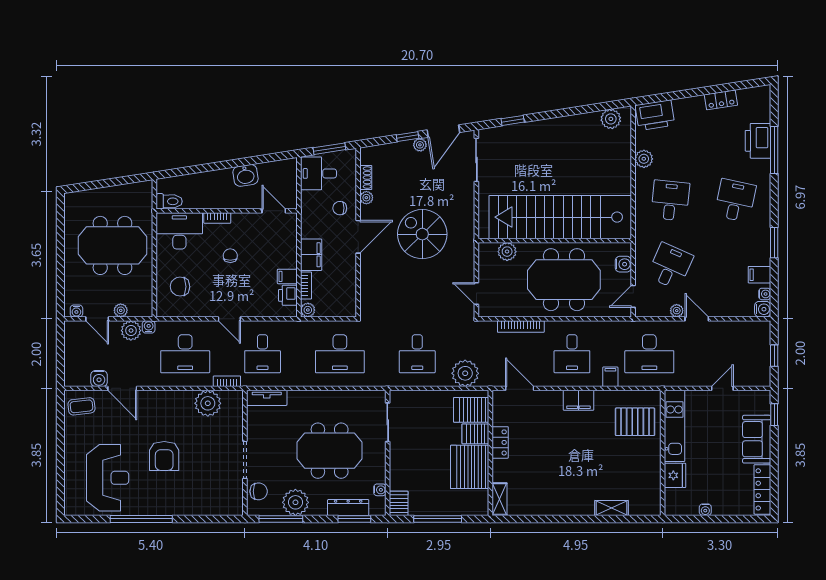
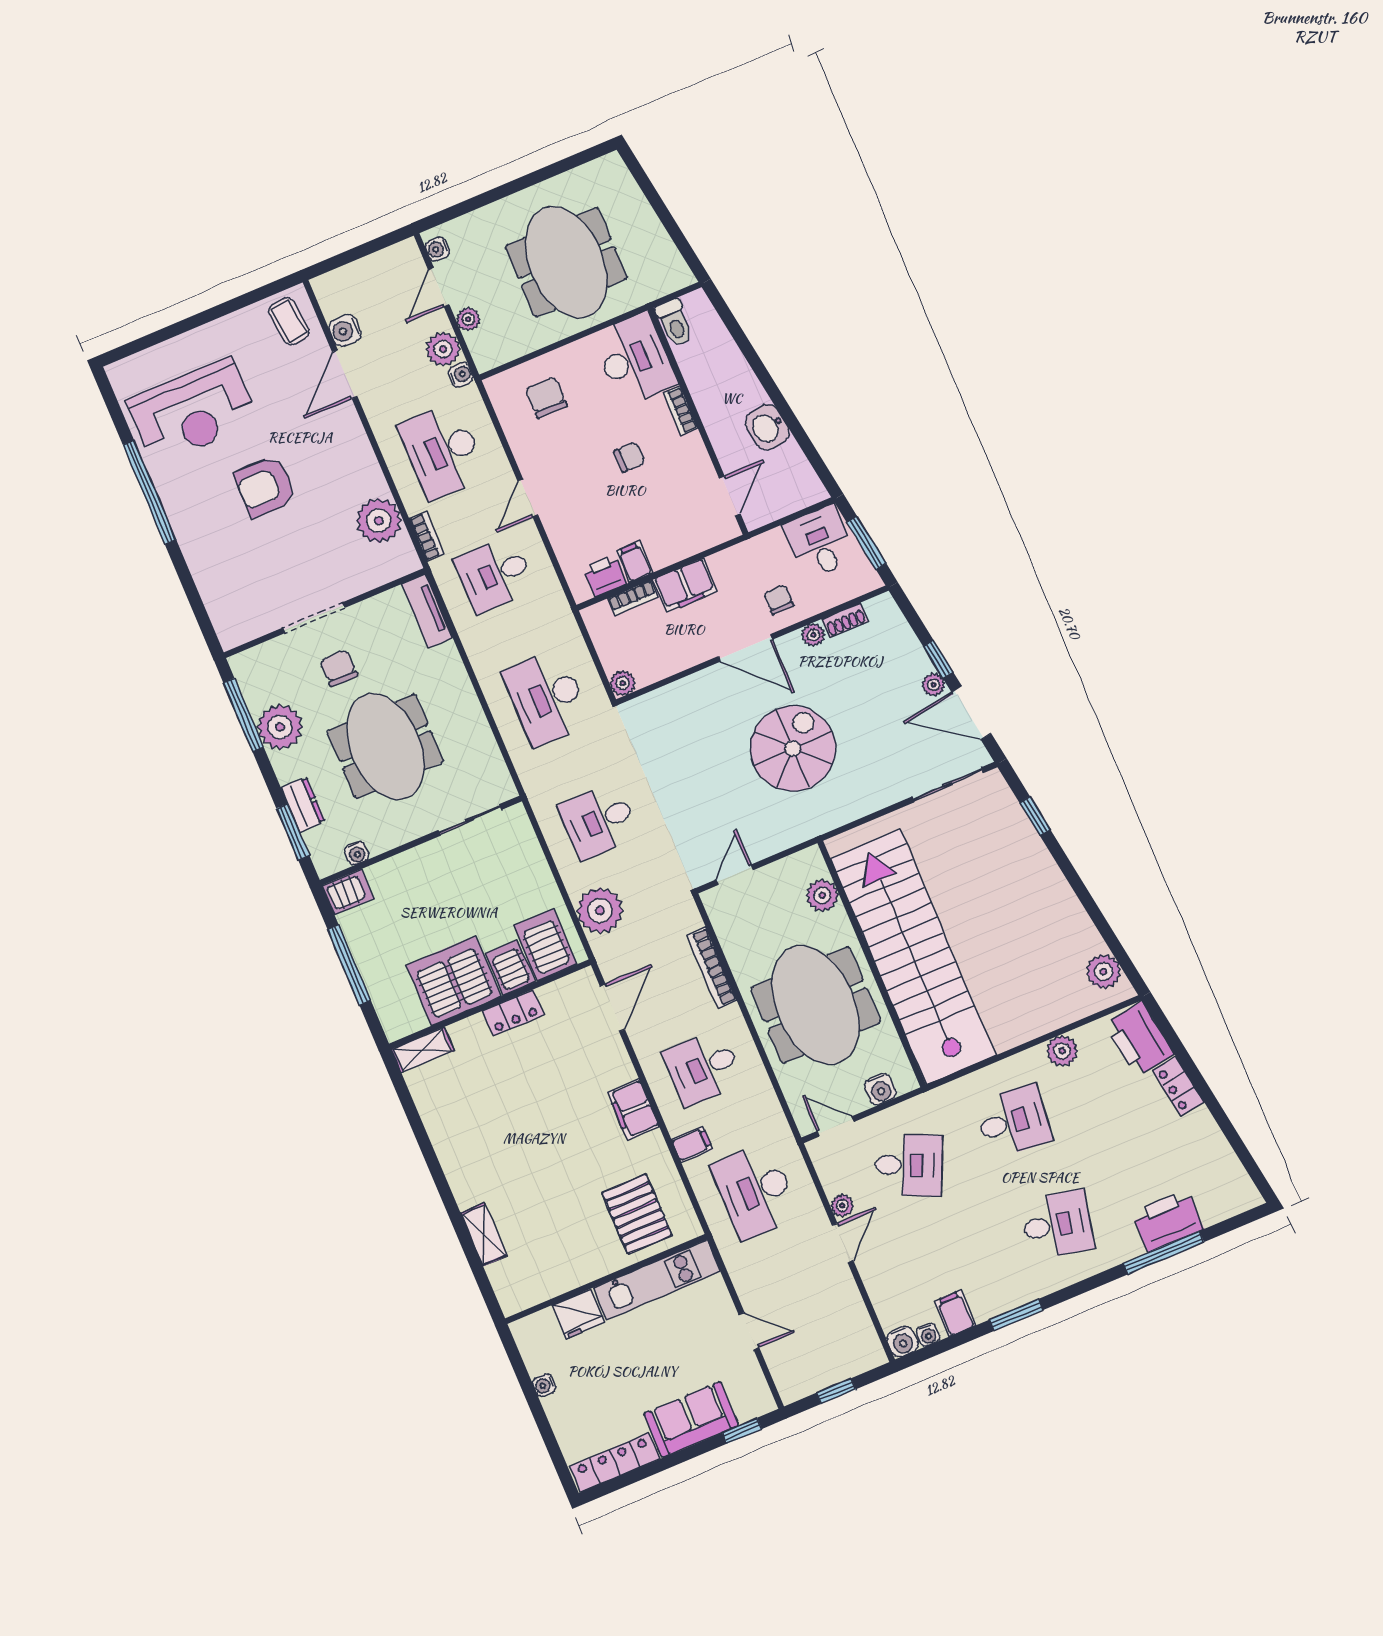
locker: (721, 100) -> (1179, 1086), moved
plant: (308, 310) -> (623, 683), moved
chair: (259, 491) -> (339, 668), moved, turned 180
dresser: (348, 507) -> (303, 805), width x0.70

